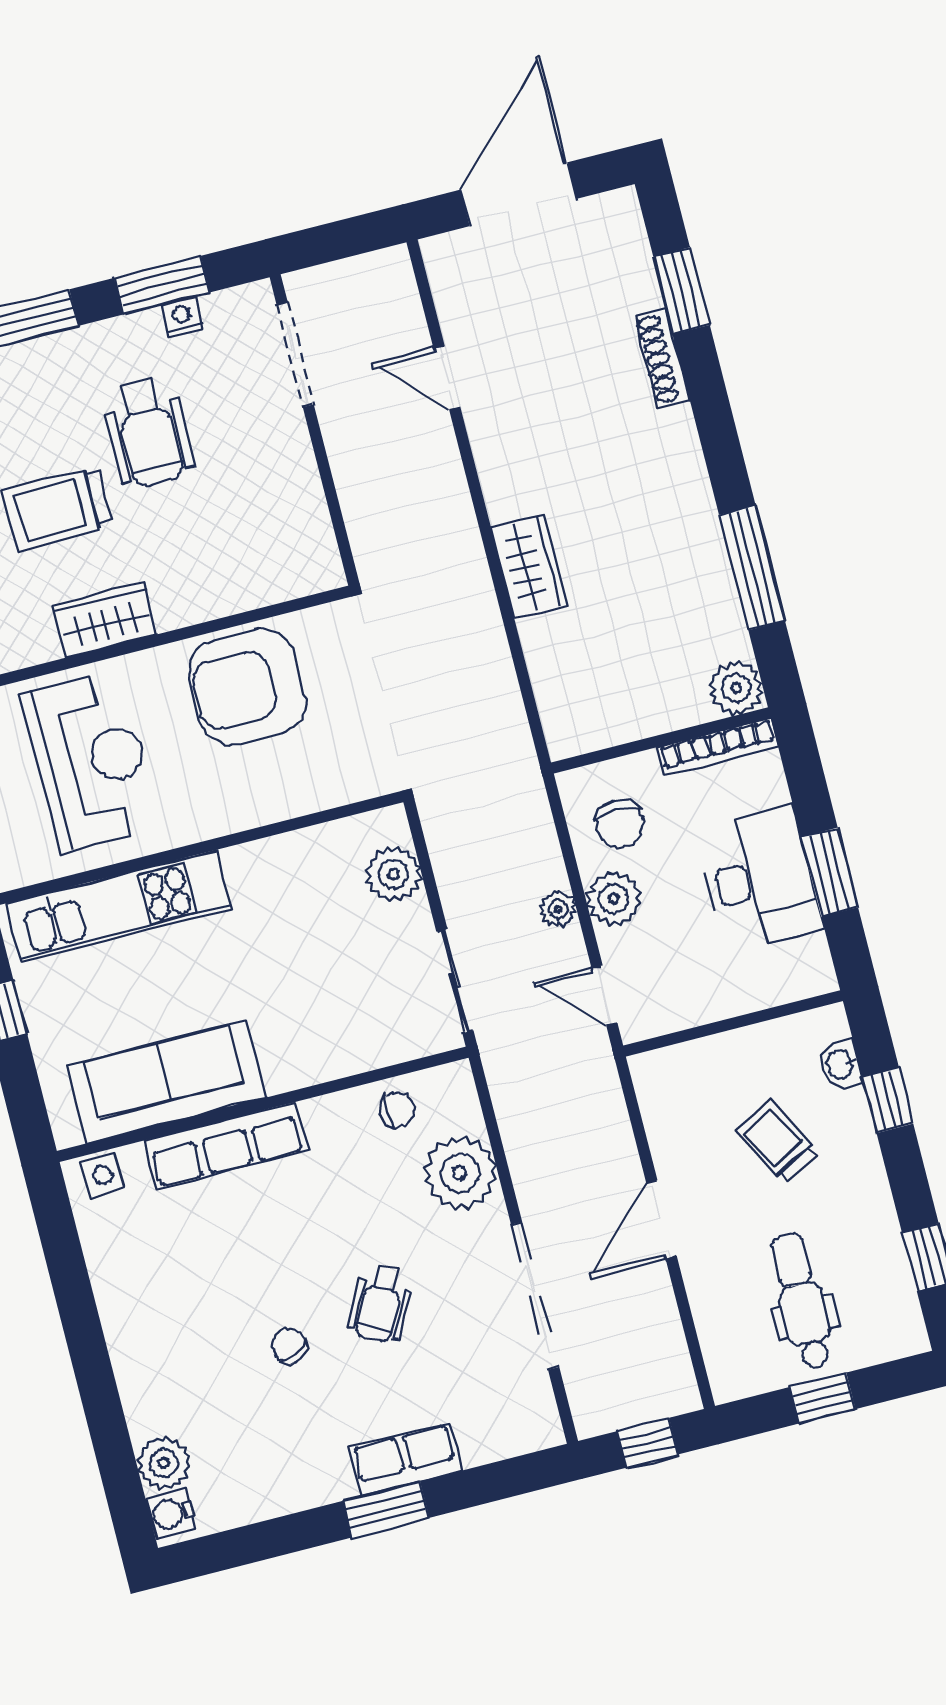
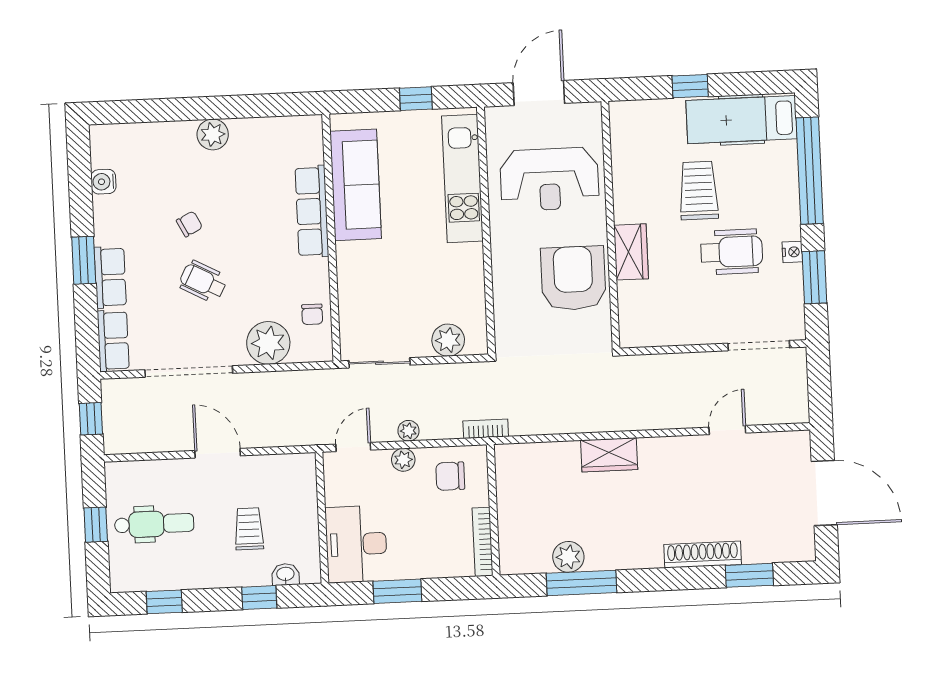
nightstand: (182, 317) -> (792, 252), moved
shoe rack: (662, 358) -> (703, 555), width x1.36, depth x1.24
wheelchair: (148, 432) -> (732, 252), turned 180
wardrobe: (105, 620) -> (631, 252), moved
plant: (736, 688) -> (568, 557), moved
bookcase: (528, 781) -> (486, 429), added
desk: (759, 879) -> (356, 544), moved, turned 90
plant: (614, 899) -> (403, 460), width x0.73, depth x0.73
trolley: (777, 1141) -> (249, 529), turned -62
side table: (102, 1175) -> (310, 137), removed
row of seats: (510, 1433) -> (113, 341), added
plant: (164, 1463) -> (213, 134), moved
water cooler: (171, 1514) -> (103, 182), moved, turned -90

